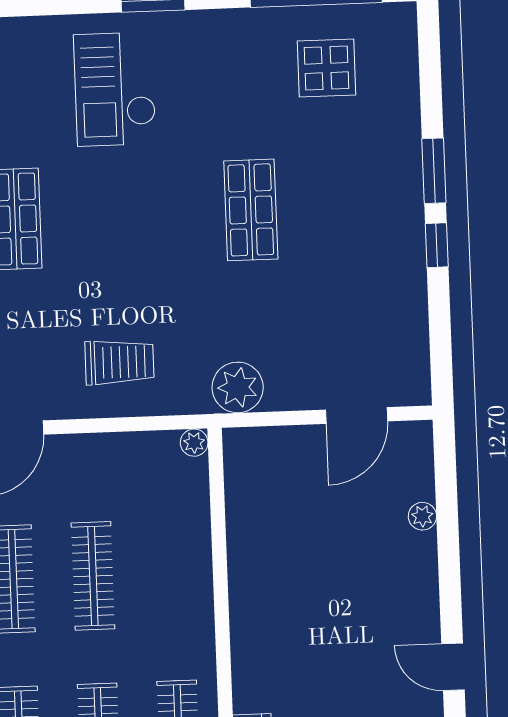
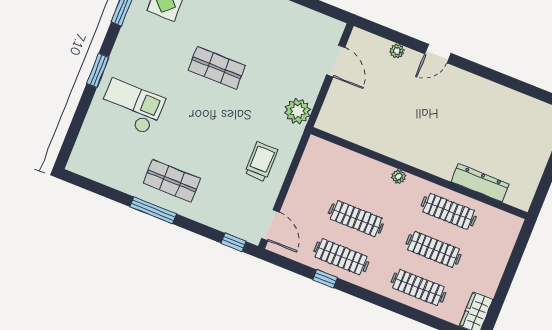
checkout: (115, 89) -> (132, 107), turned 180
plant: (194, 443) -> (399, 177), moved
door: (453, 667) -> (438, 53), moved

